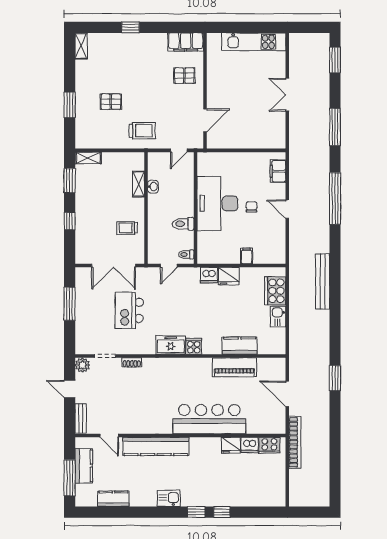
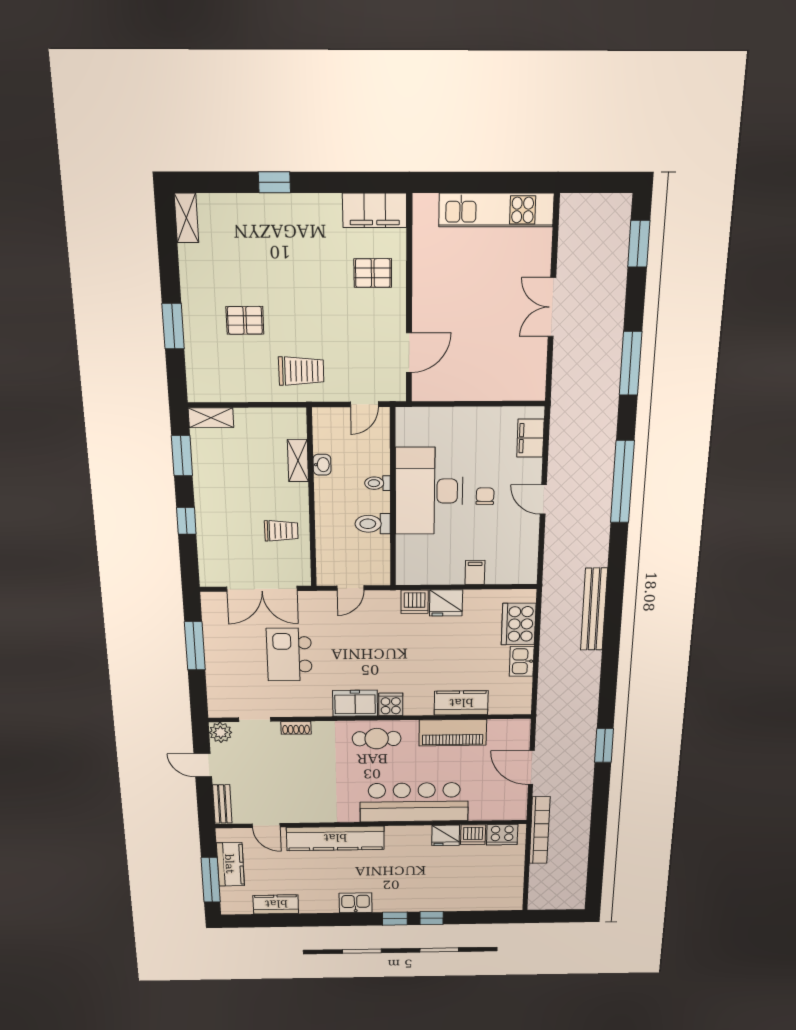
trolley: (127, 228) -> (281, 531), turned 180
toilet: (186, 254) -> (377, 483), moved
cafe table: (184, 371) -> (377, 739), added

